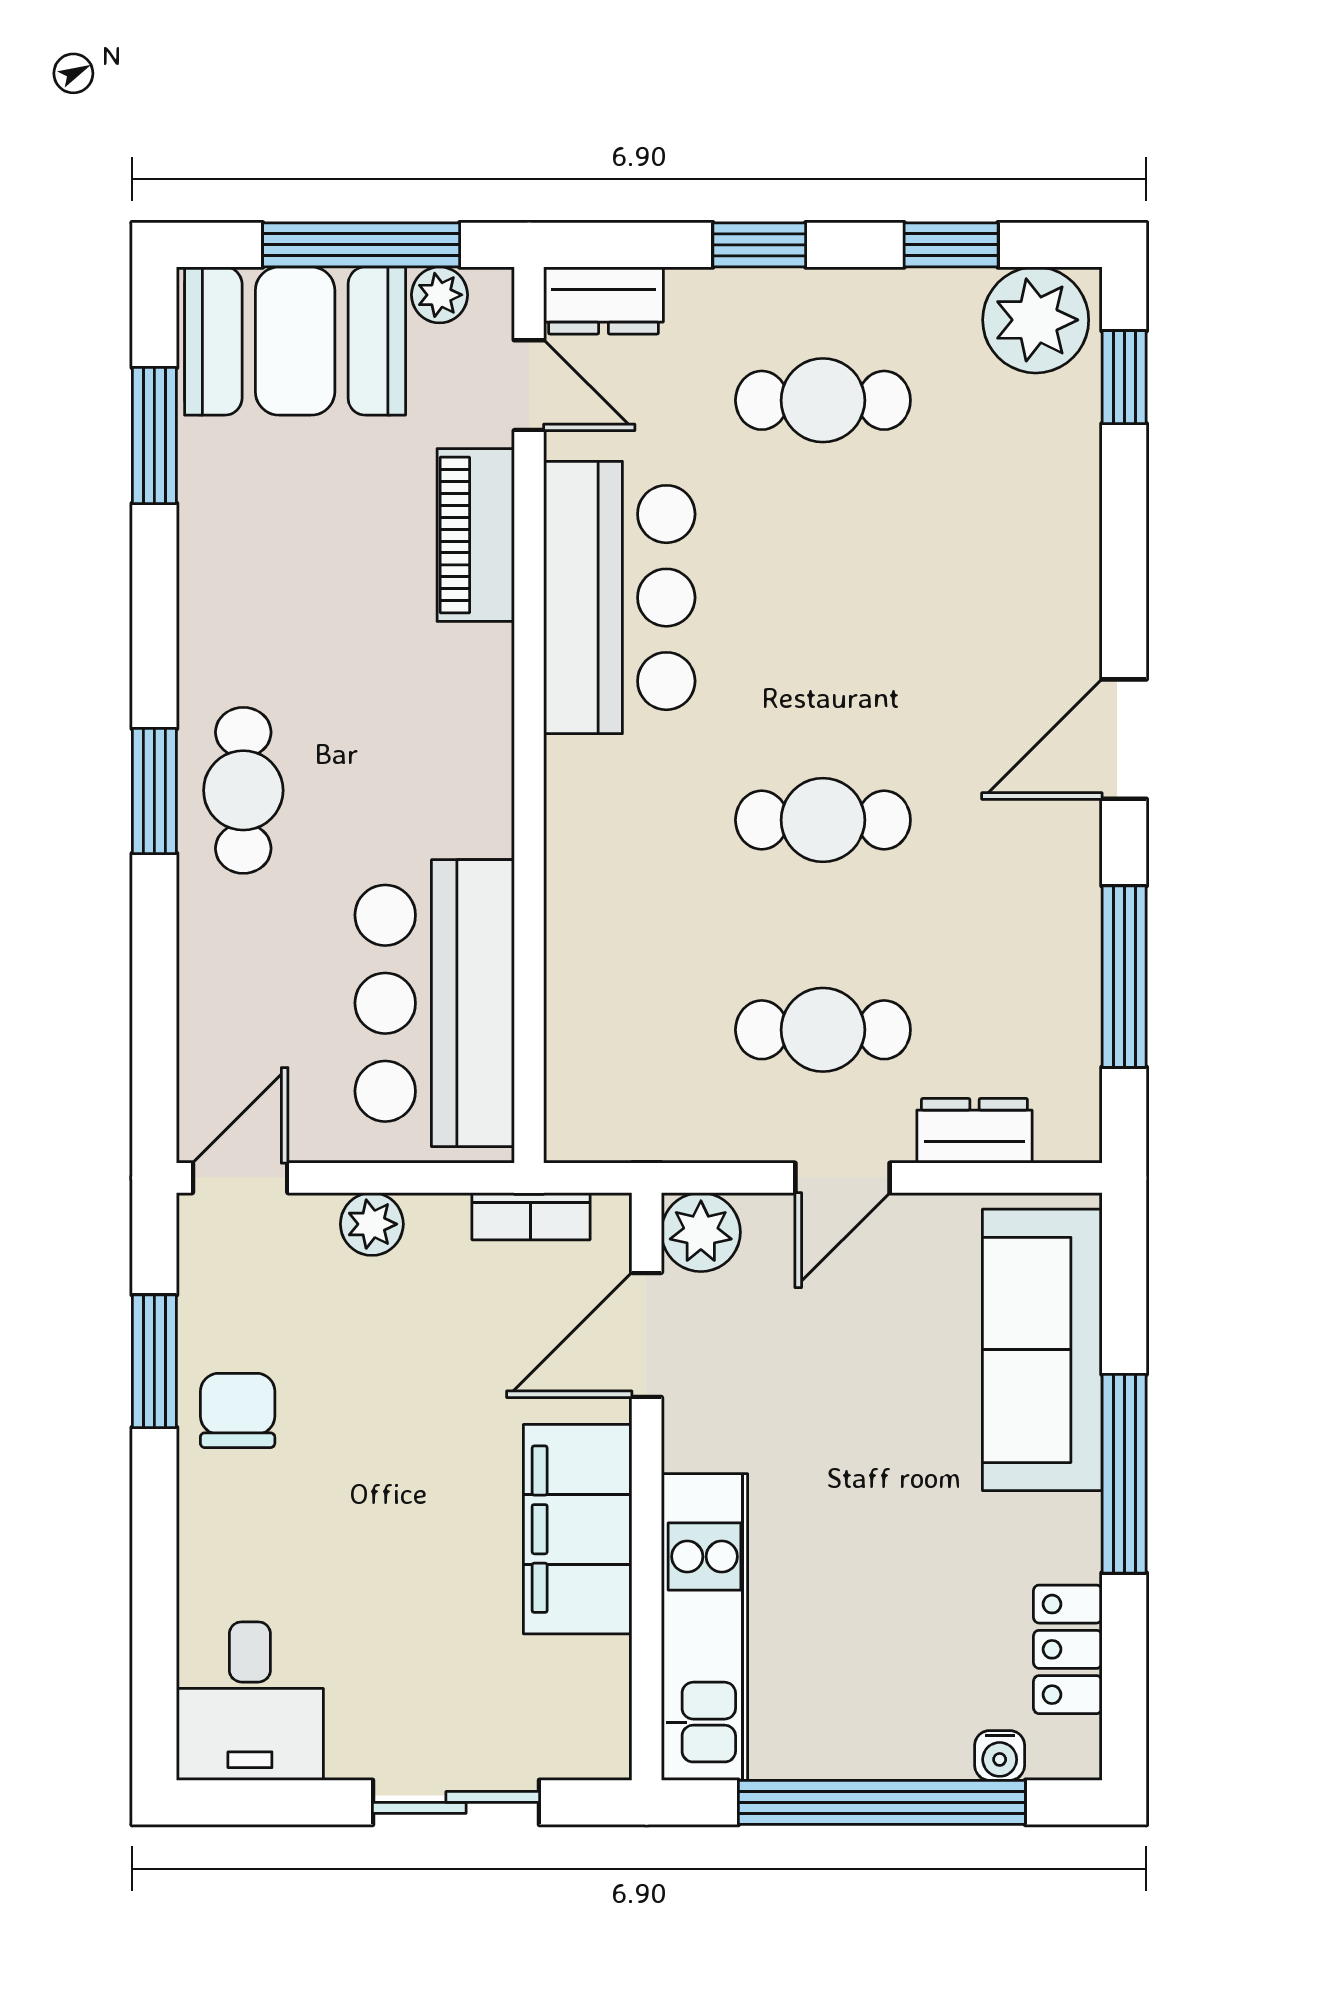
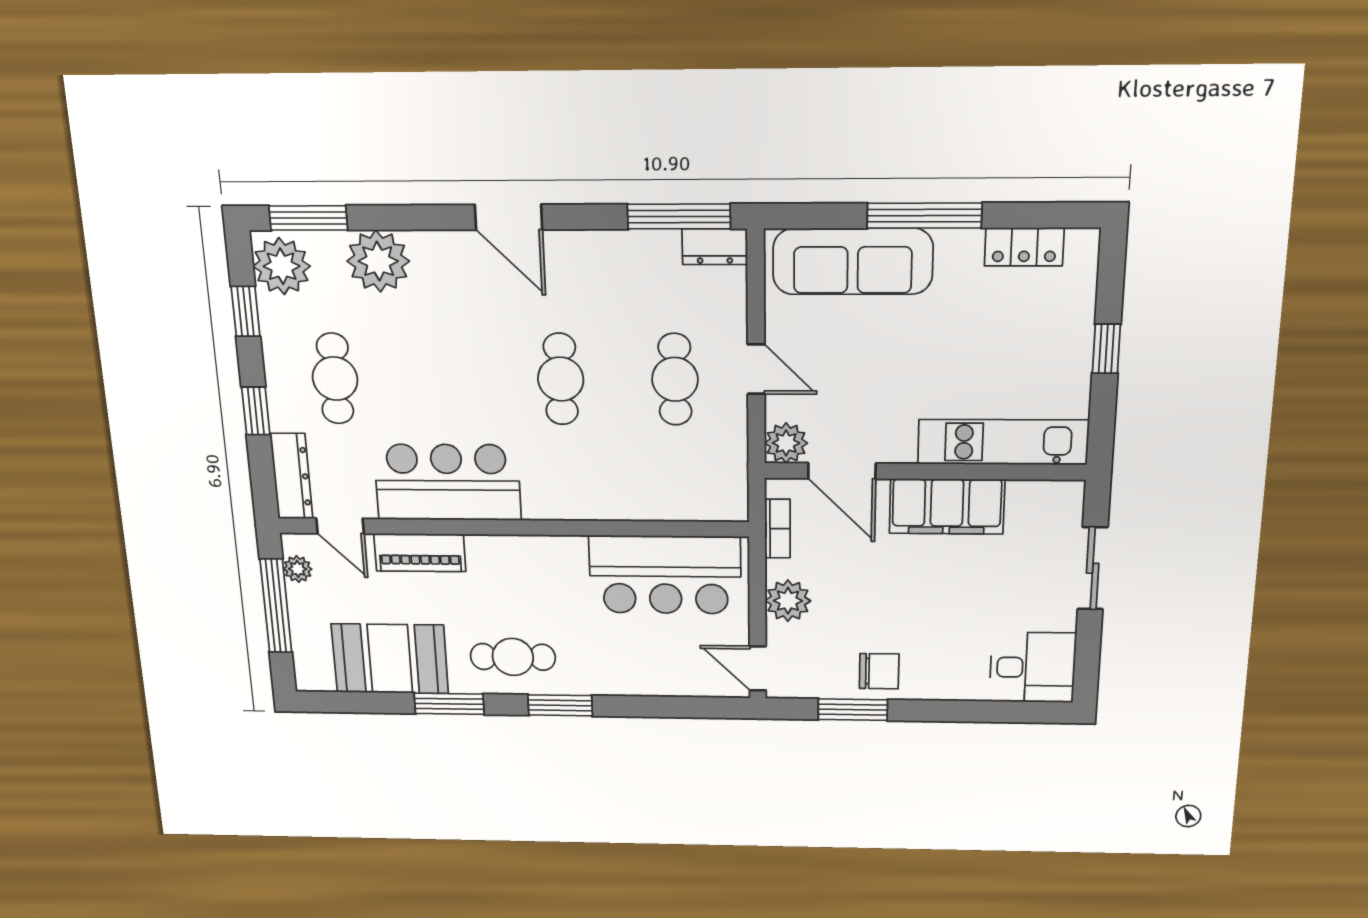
dresser: (604, 301) -> (291, 476), width x1.44
booth: (295, 341) -> (390, 659), moved, turned 90
window: (1124, 377) -> (308, 218), width x1.50
door: (529, 385) -> (340, 526), swing flipped
window: (154, 436) -> (449, 704), moved
plant: (1045, 498) -> (378, 261), added
cafe table: (243, 790) -> (513, 657), moved
window: (1124, 977) -> (679, 217), moved
dresser: (974, 1131) -> (715, 247), moved, turned -90
plant: (372, 1224) -> (788, 601), width x1.38, depth x1.38
chair: (238, 1410) -> (879, 671), turned 180
water cooler: (1000, 1755) -> (1083, 285), removed
window: (882, 1802) -> (1106, 349), width x0.32

